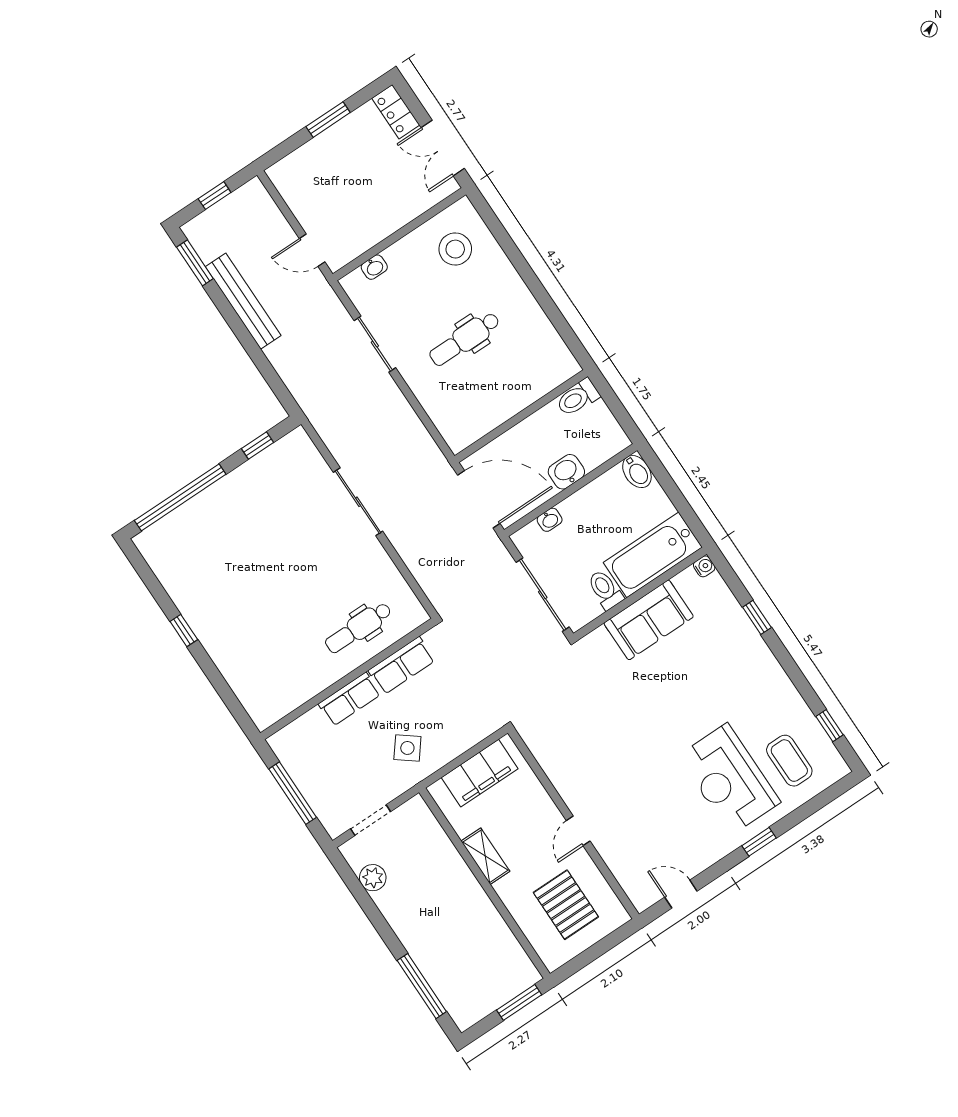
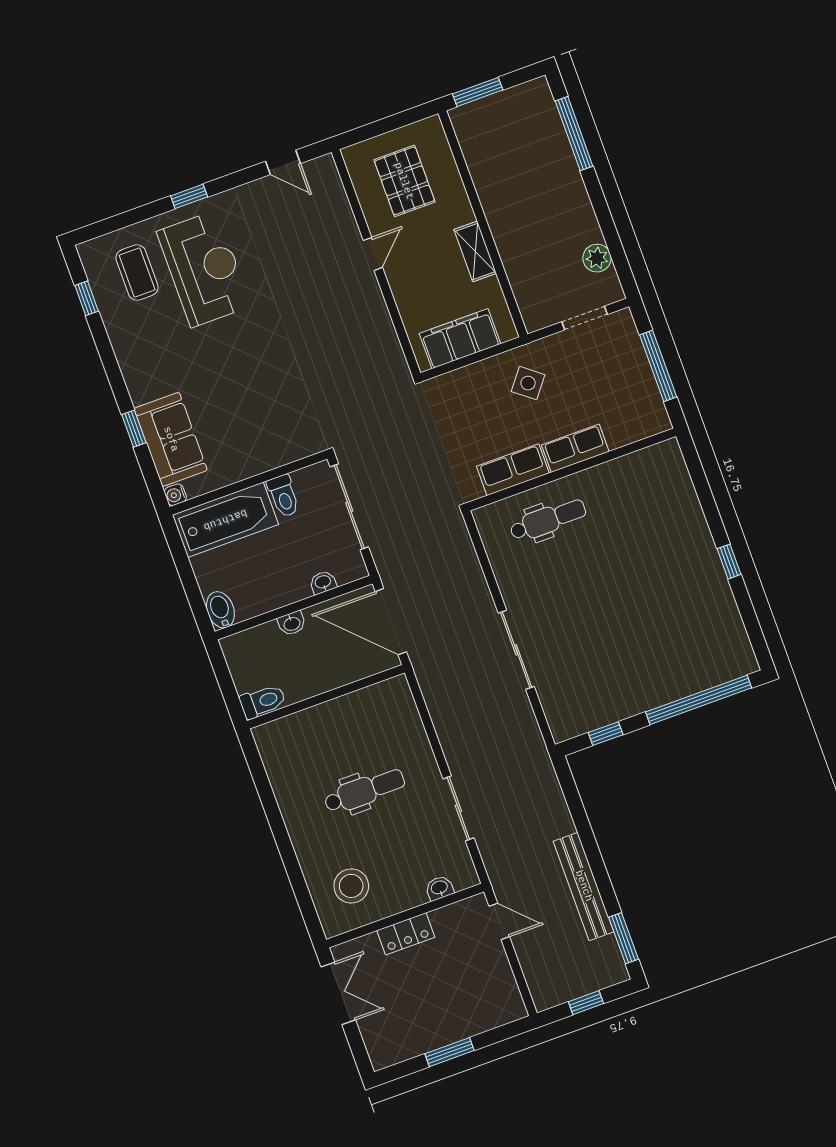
locker: (396, 112) -> (406, 934), moved, turned 90
washbasin: (566, 472) -> (292, 623), width x0.72, depth x0.69
sofa: (649, 620) -> (171, 439), moved, turned 90

